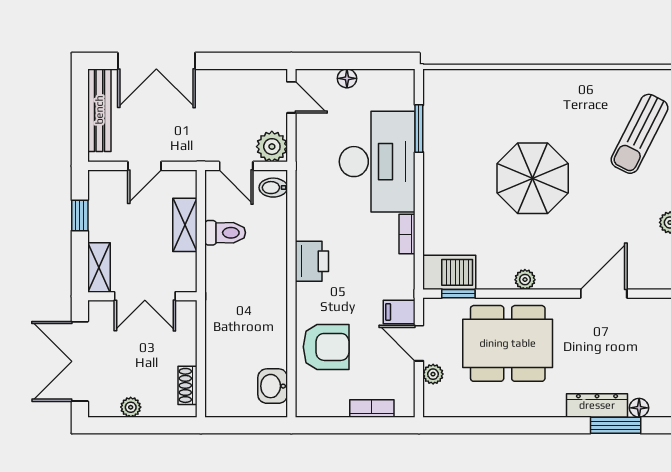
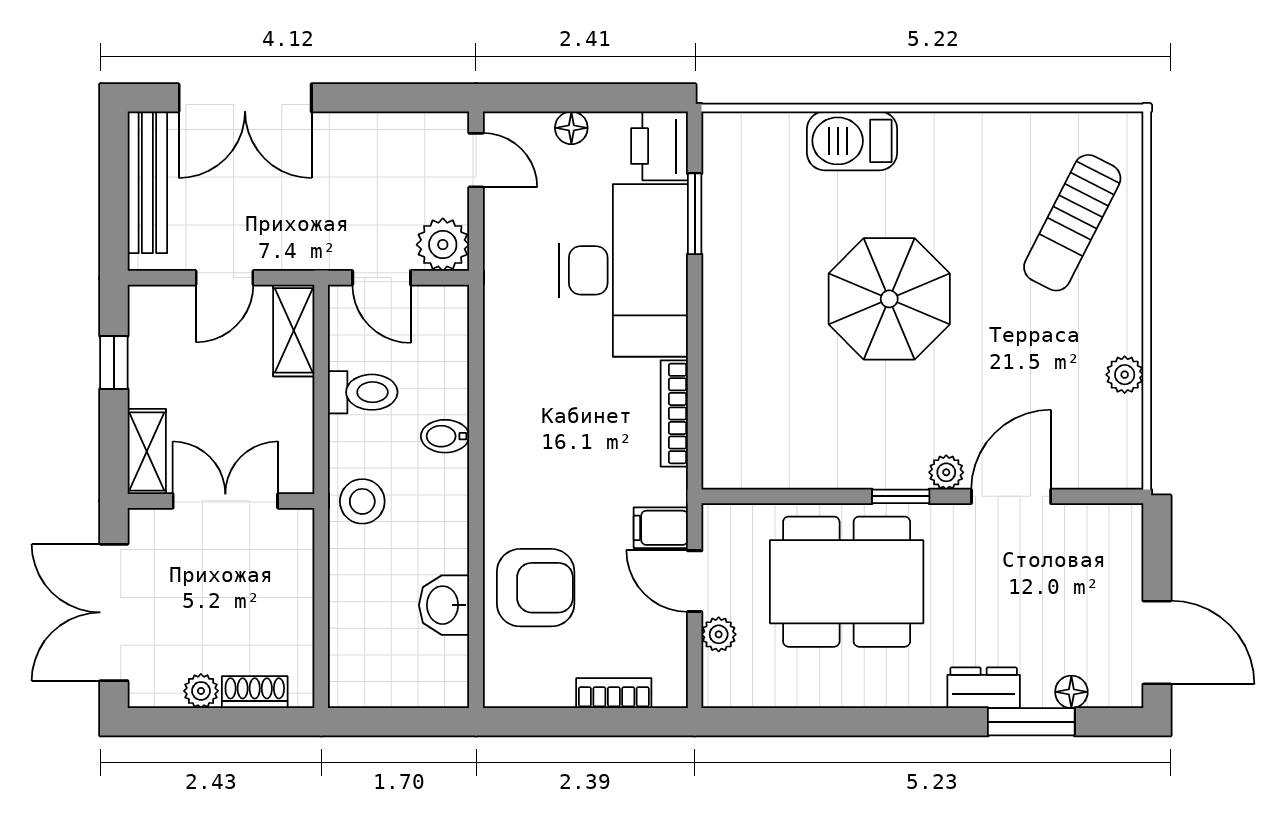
bidet: (273, 188) -> (445, 436), moved
shelving: (185, 225) -> (294, 330), moved
bookcase: (407, 234) -> (674, 413), width x1.56
printer: (312, 261) -> (659, 146), moved, turned 180
barbecue: (449, 272) -> (852, 141), moved, turned 180
plant: (525, 280) -> (946, 472), moved
window: (458, 294) -> (901, 496), moved
double door: (145, 296) -> (225, 501), swing flipped
stool: (225, 297) -> (362, 501), added
shoe rack: (188, 385) -> (255, 692), moved, turned 90
washbasin: (273, 386) -> (444, 605), moved
dresser: (597, 405) -> (984, 688), width x0.70

